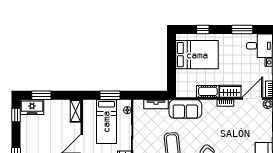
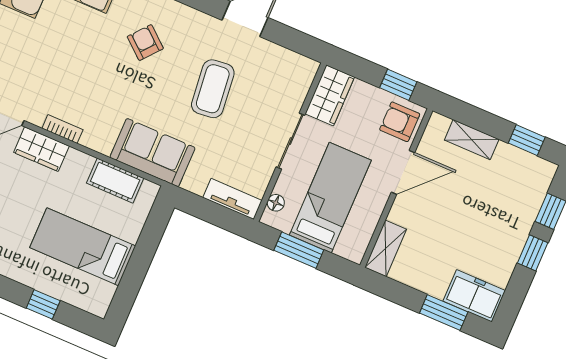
bed: (197, 55) -> (83, 247), width x0.67
cot: (208, 91) -> (115, 181), moved
tv unit: (156, 104) -> (232, 199), moved
window: (16, 115) -> (533, 253), moved

